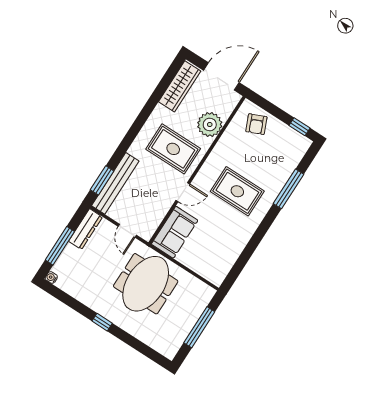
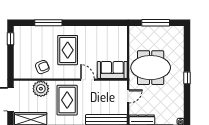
armchair: (256, 124) -> (42, 67), moved

